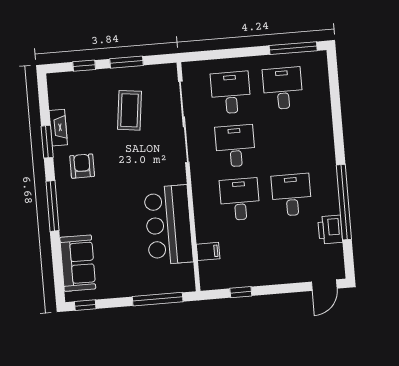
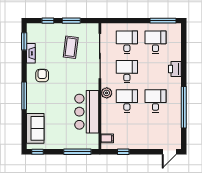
window: (47, 142) -> (24, 41), moved
plant: (202, 188) -> (107, 93), added
printer: (330, 230) -> (175, 69), moved
filing cabinet: (208, 251) -> (107, 138), moved

